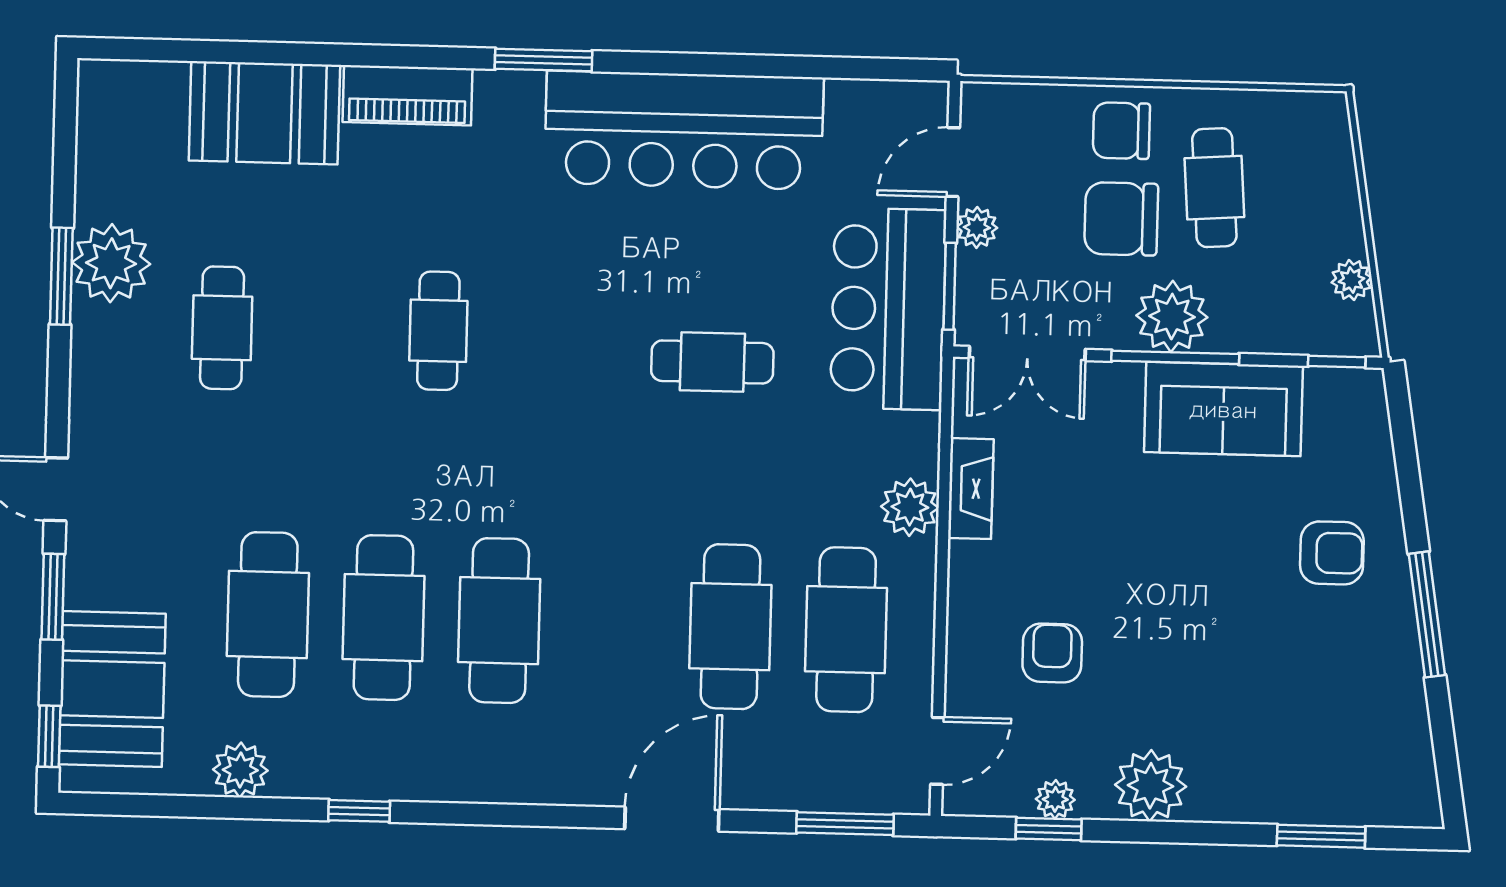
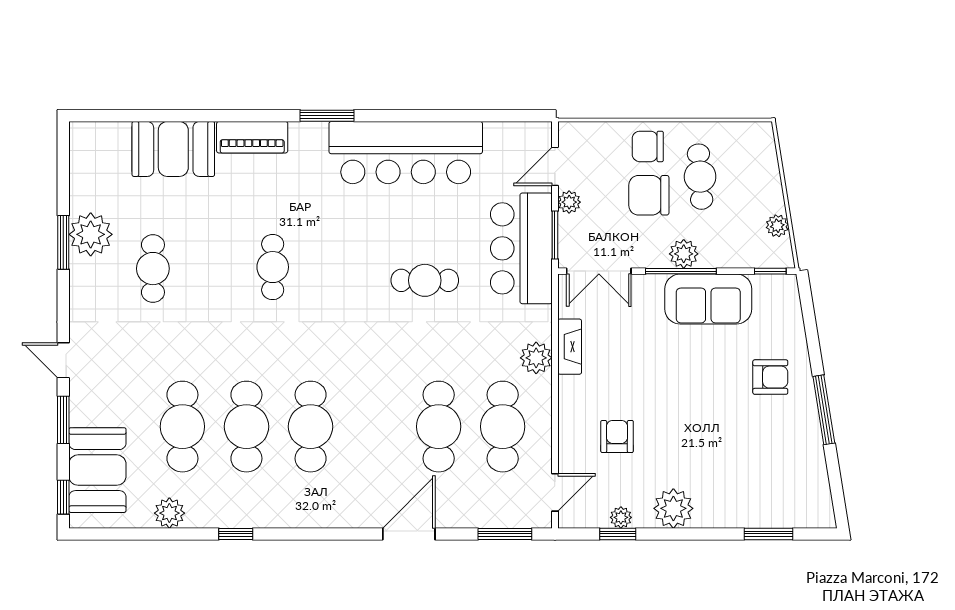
plant: (1172, 316) -> (684, 254), width x0.73, depth x0.73

